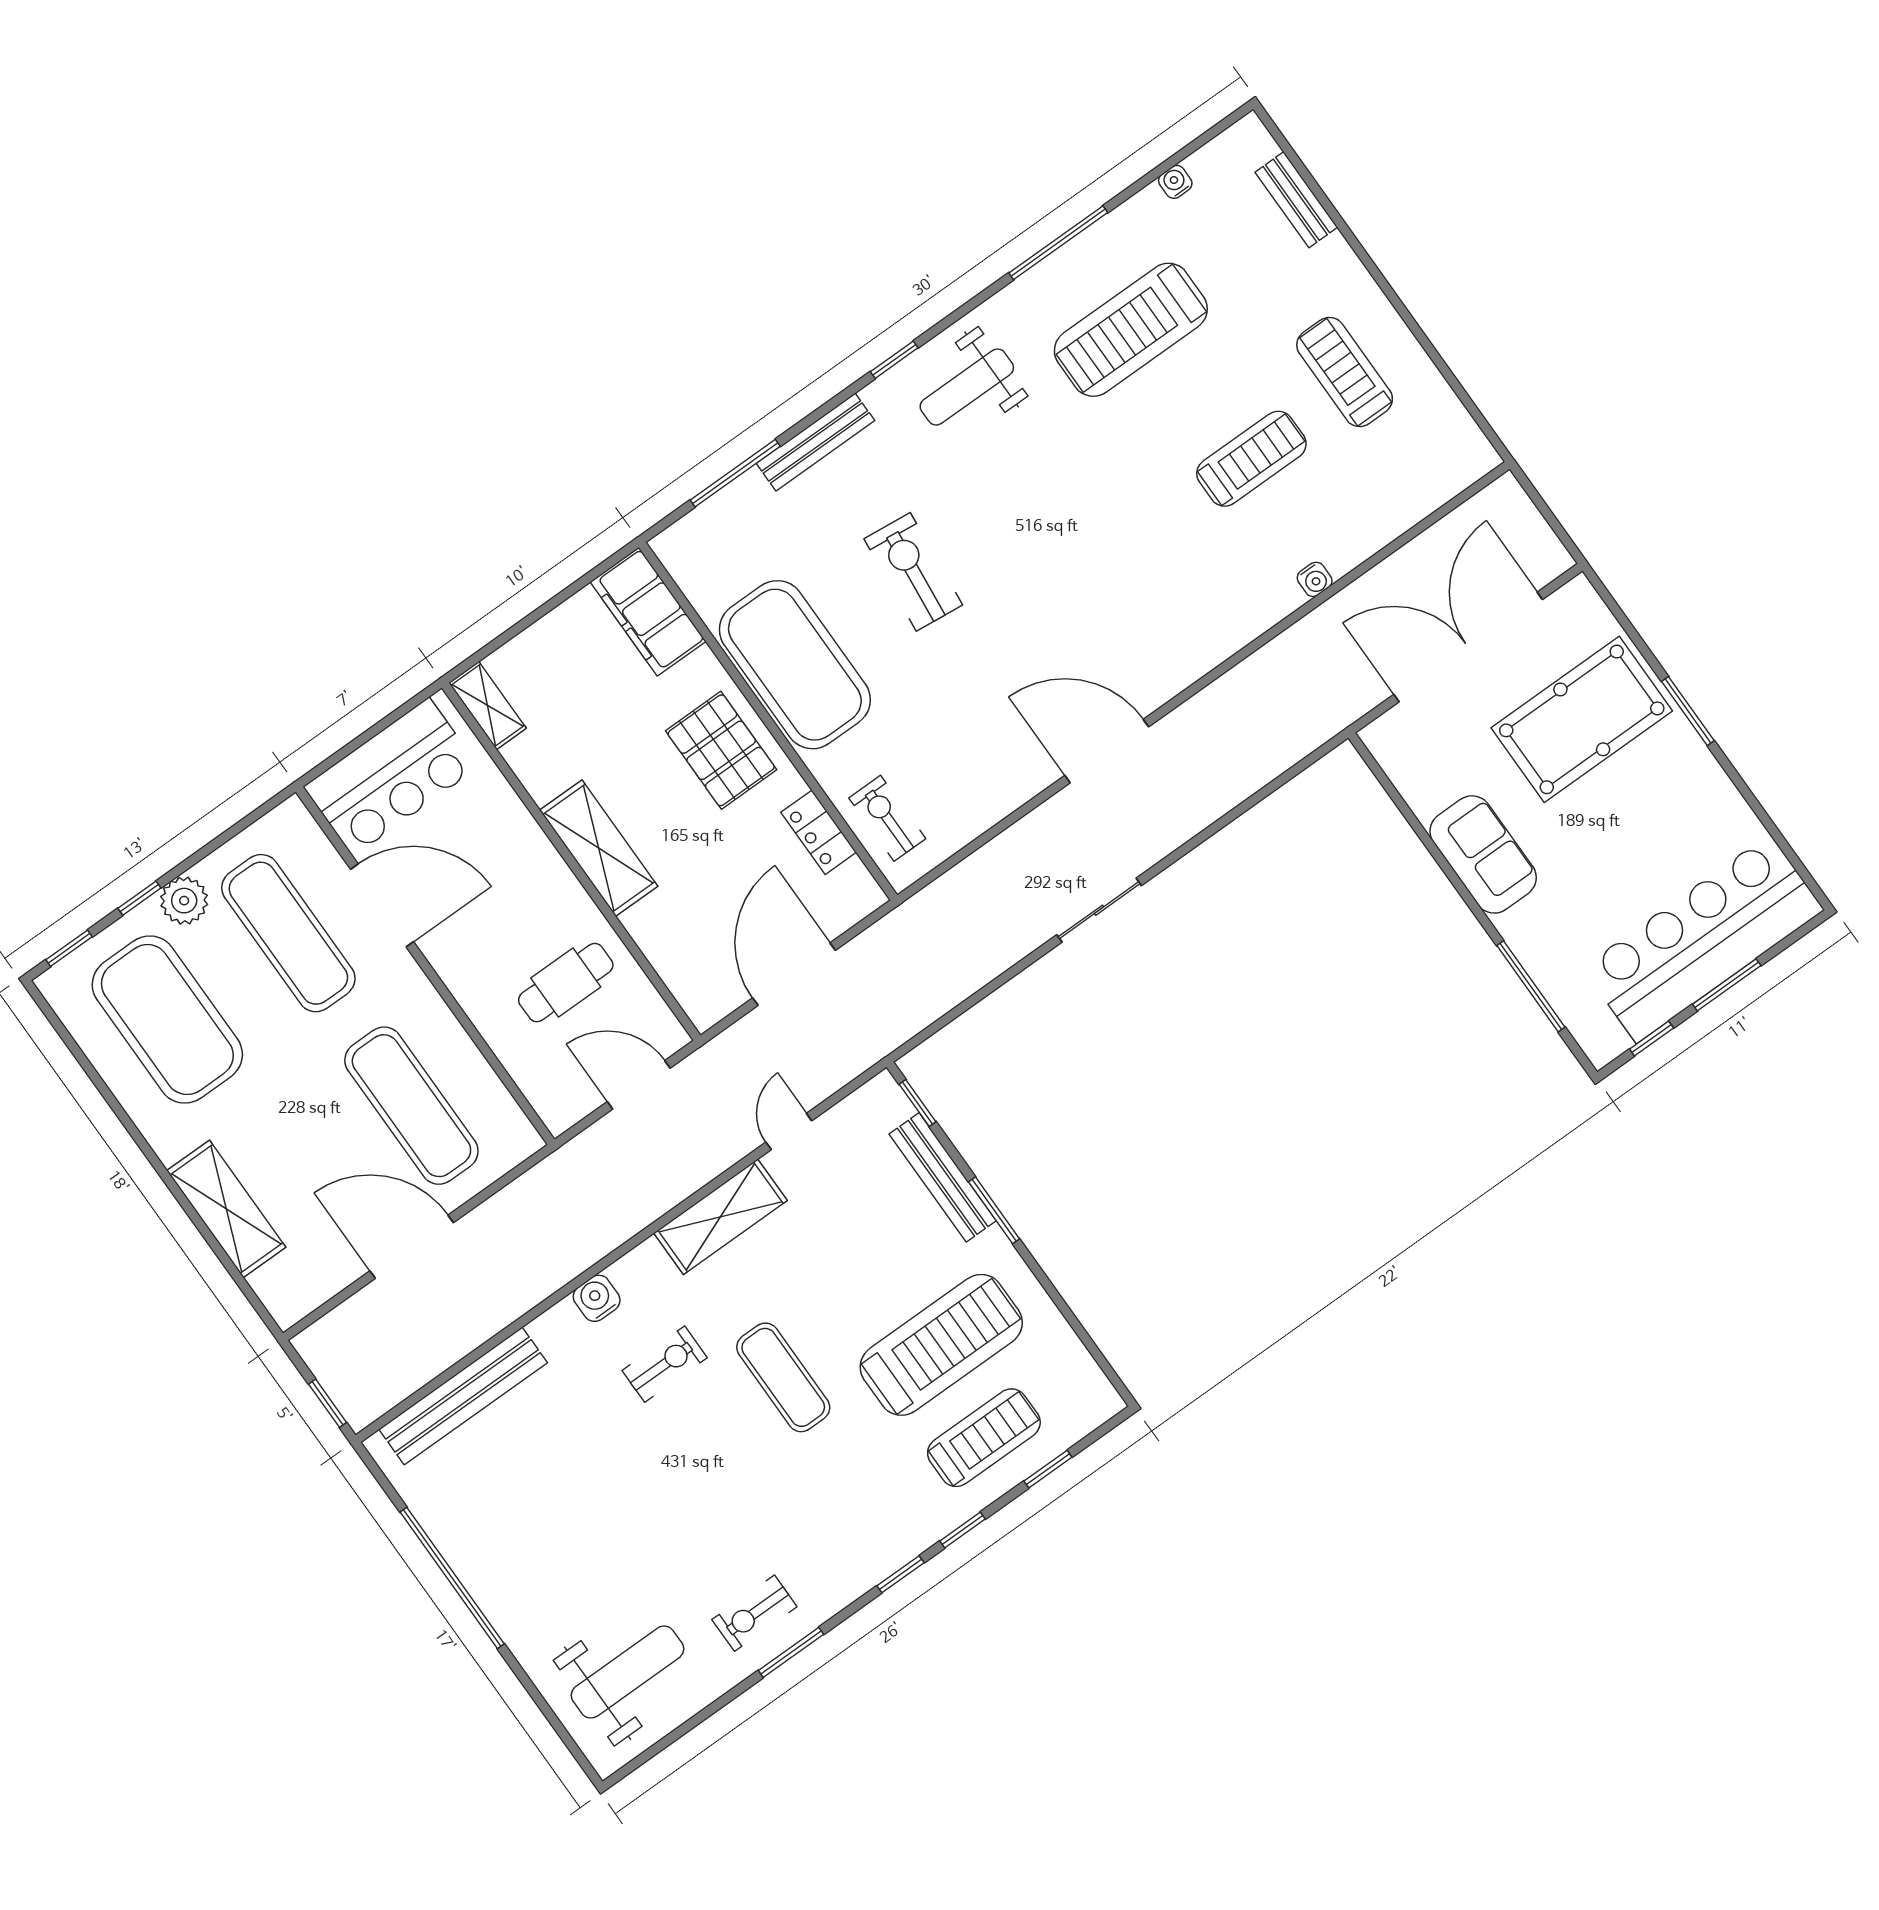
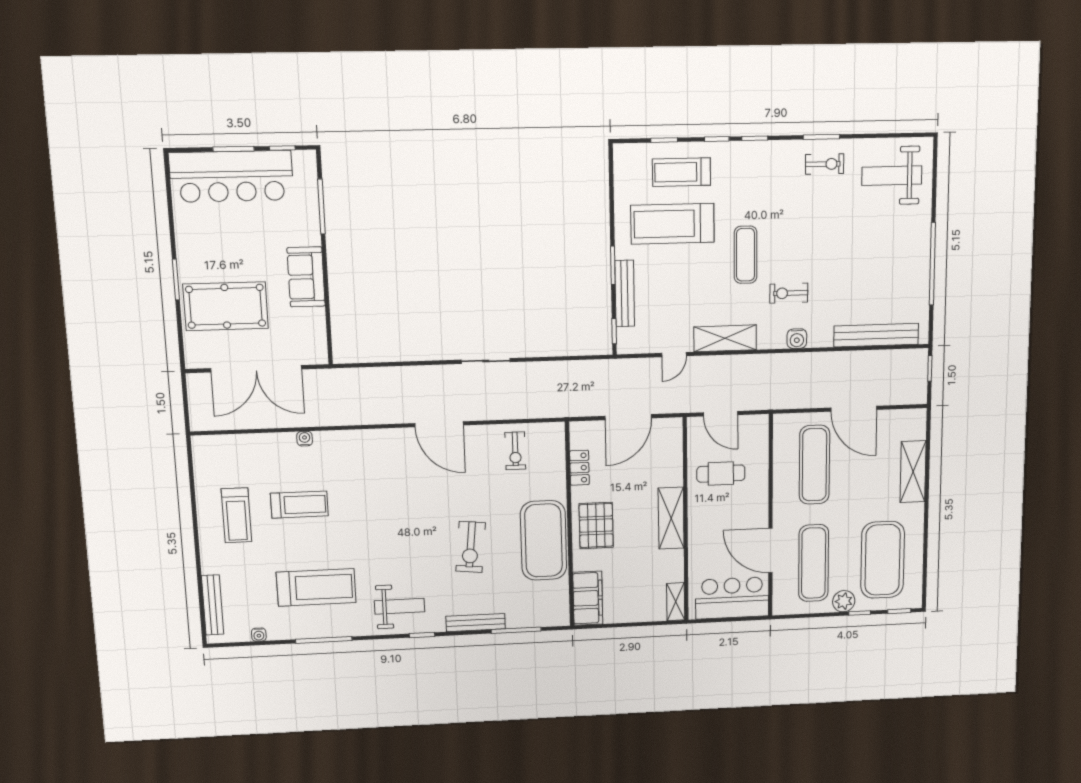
bench: (1296, 200) -> (213, 605), width x1.36
treadmill: (1251, 459) -> (299, 505), turned 180
exercise bike: (887, 818) -> (515, 451), moved

